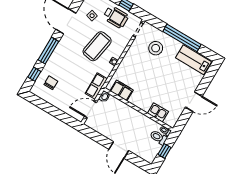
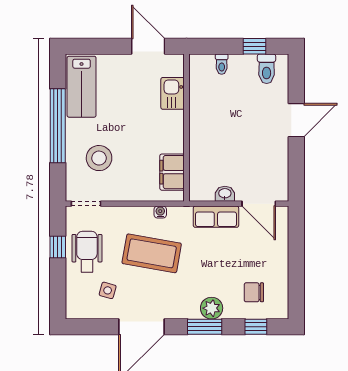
window: (48, 51) -> (205, 327), width x0.69
plant: (55, 59) -> (212, 308), added
filing cabinet: (122, 90) -> (172, 172), moved
wall: (138, 109) -> (187, 128), moved
kitchen sink: (158, 112) -> (173, 93), moved
toilet: (158, 137) -> (267, 69), moved

